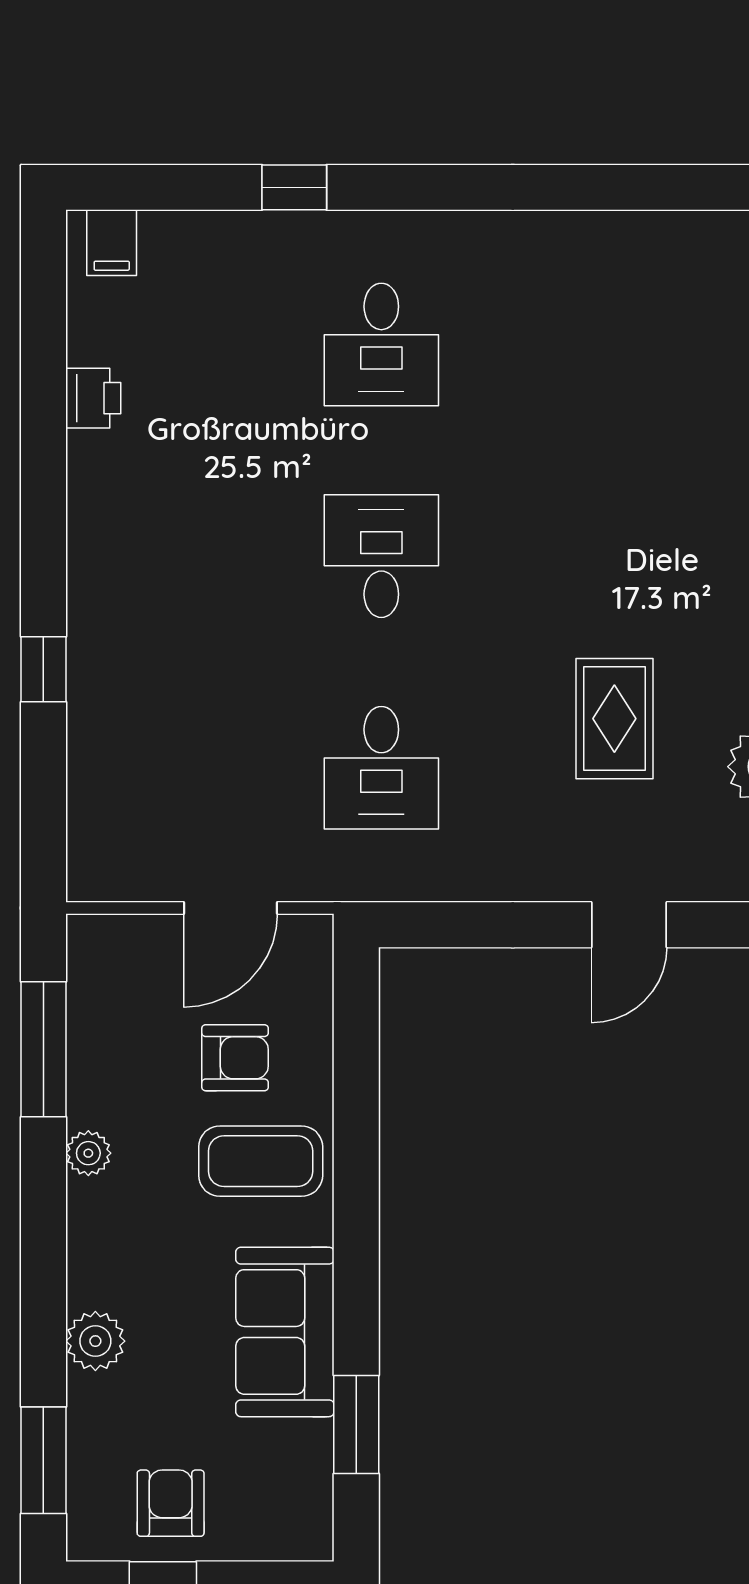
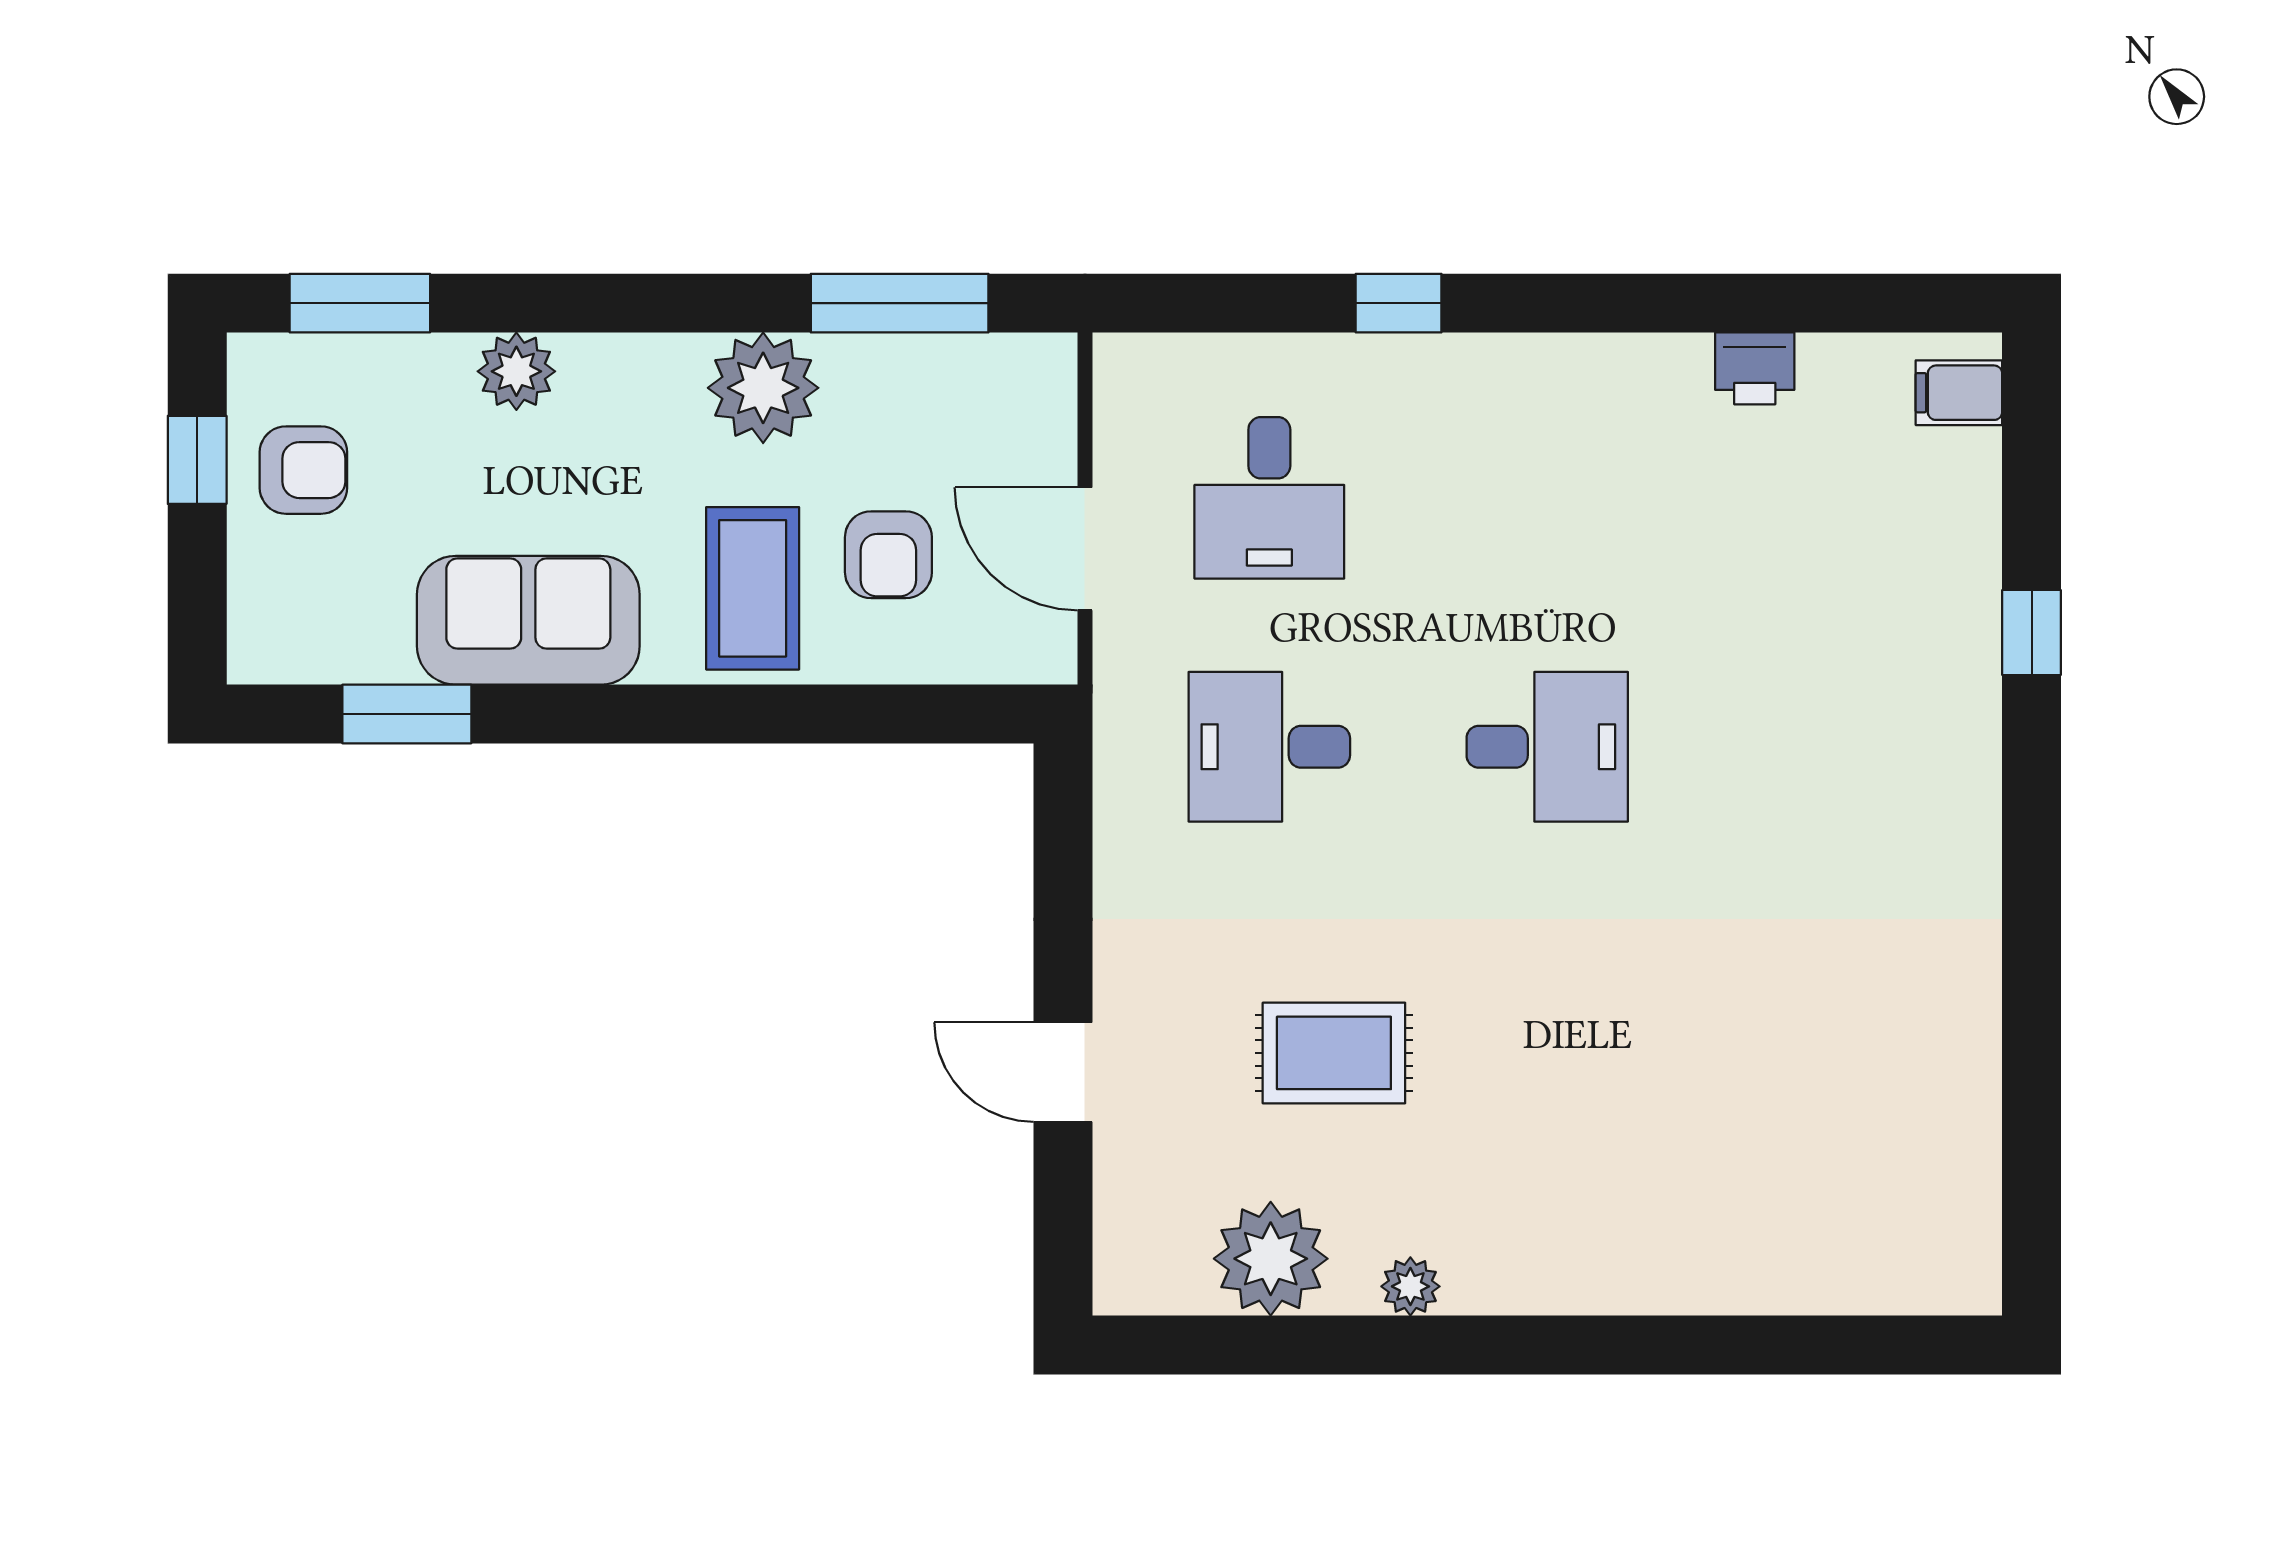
desk: (381, 345) -> (1269, 498), moved, turned -90
plant: (88, 1153) -> (763, 388), width x1.88, depth x1.88

